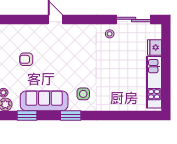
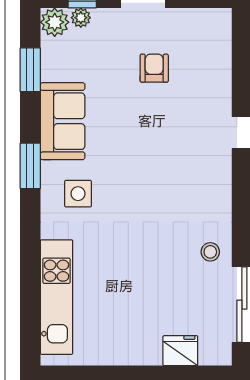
kitchen unit: (154, 82) -> (56, 297), moved, turned 90
sofa: (44, 101) -> (63, 121), width x0.73

